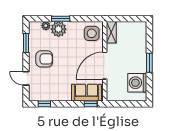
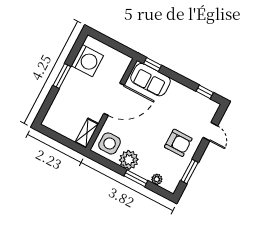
plant: (58, 29) -> (129, 160), moved
armchair: (44, 59) -> (178, 143), turned 180

